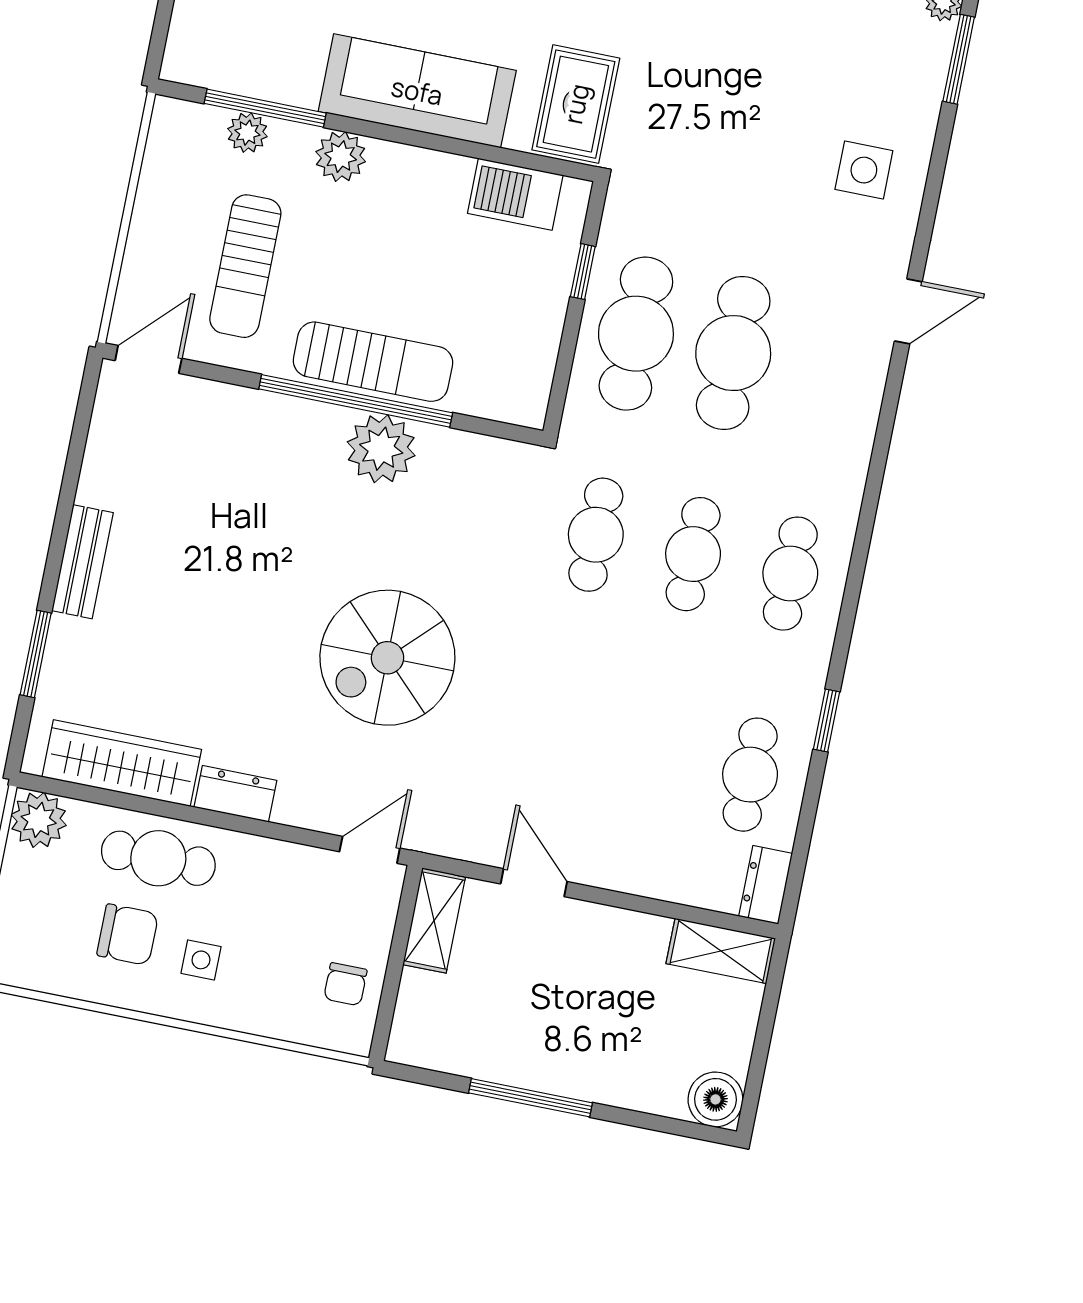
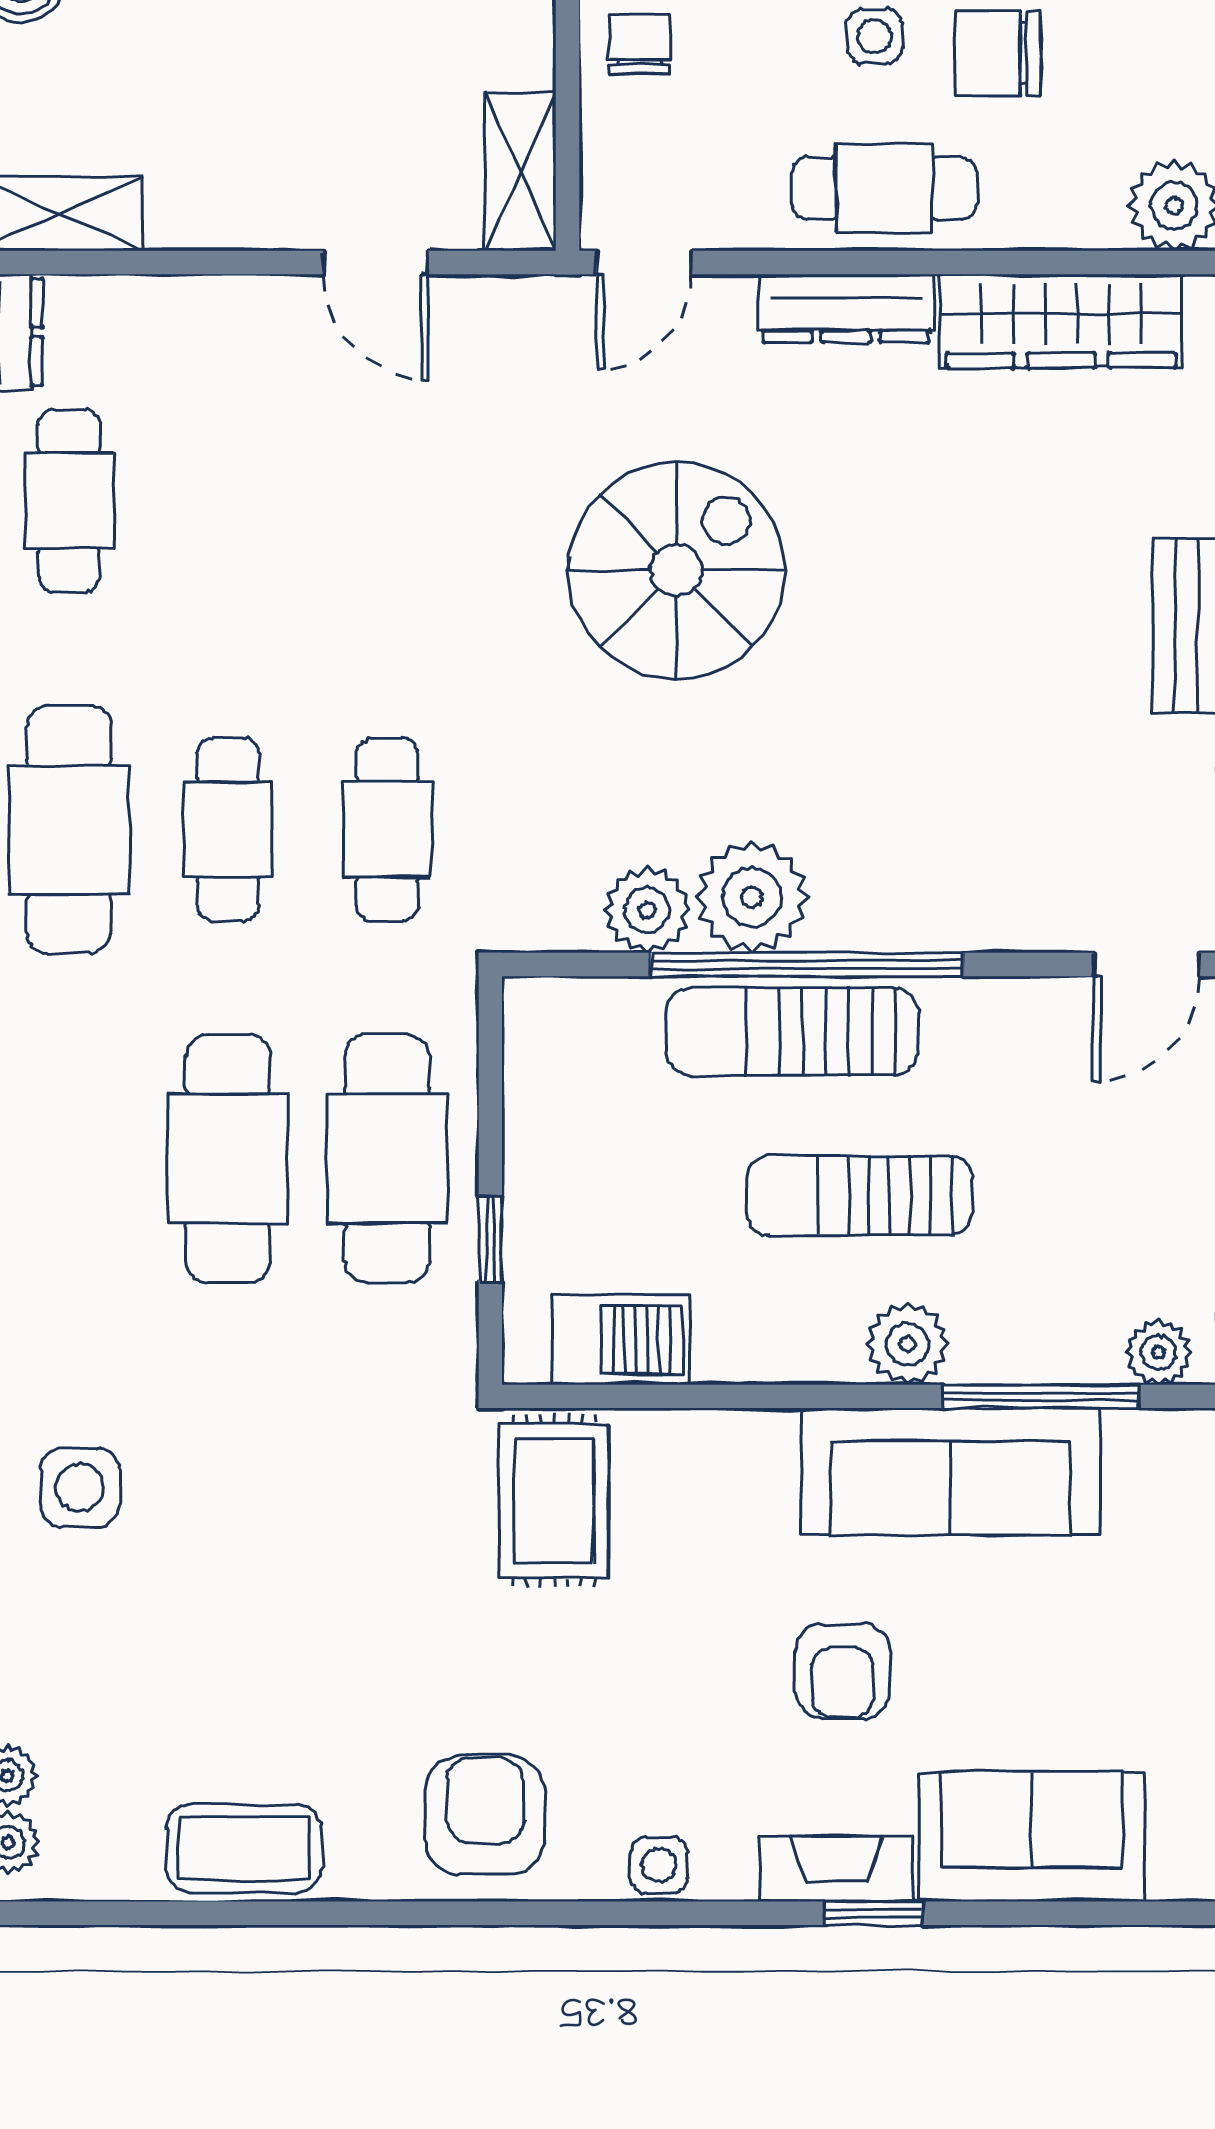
sofa: (417, 91) -> (951, 1472), moved
plant: (247, 133) -> (1159, 1352), moved
sun lounger: (245, 266) -> (859, 1195), moved, turned -90
plant: (447, 454) -> (647, 910), added
cafe table: (790, 574) -> (69, 829), width x1.37, depth x1.35
dresser: (235, 794) -> (846, 308), width x1.44
cafe table: (158, 858) -> (884, 188), moved

